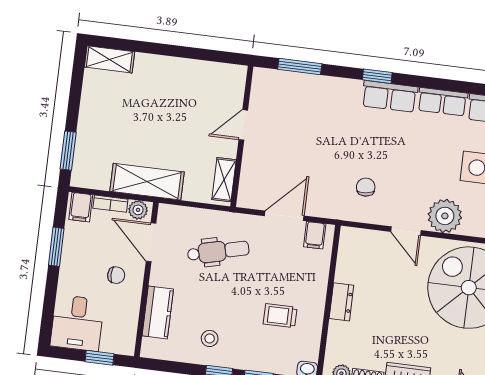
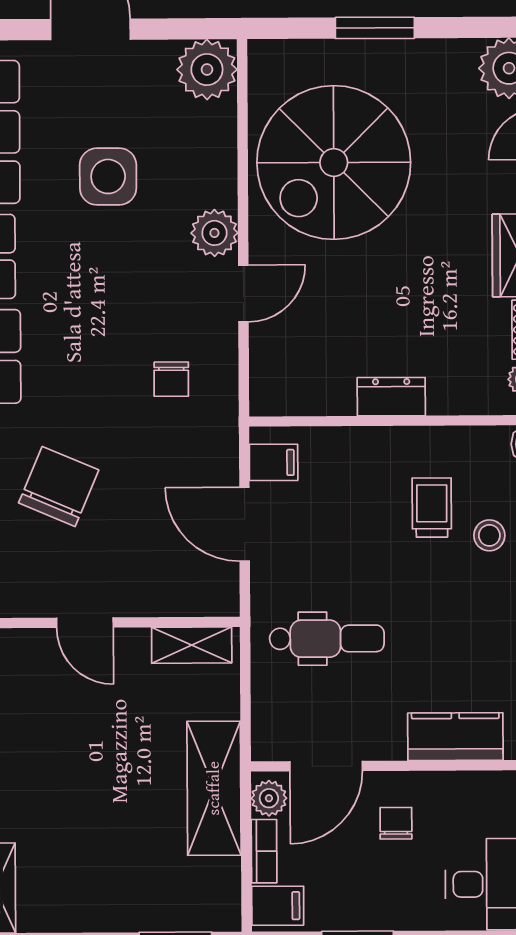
chair: (317, 120) -> (59, 486), added
chair: (366, 187) -> (171, 379), turned -83
plant: (445, 216) -> (214, 233), width x0.73, depth x0.73
dental chair: (218, 251) -> (327, 639), turned 104
trolley: (280, 316) -> (432, 508), turned 180
stool: (210, 338) -> (489, 535), moved

